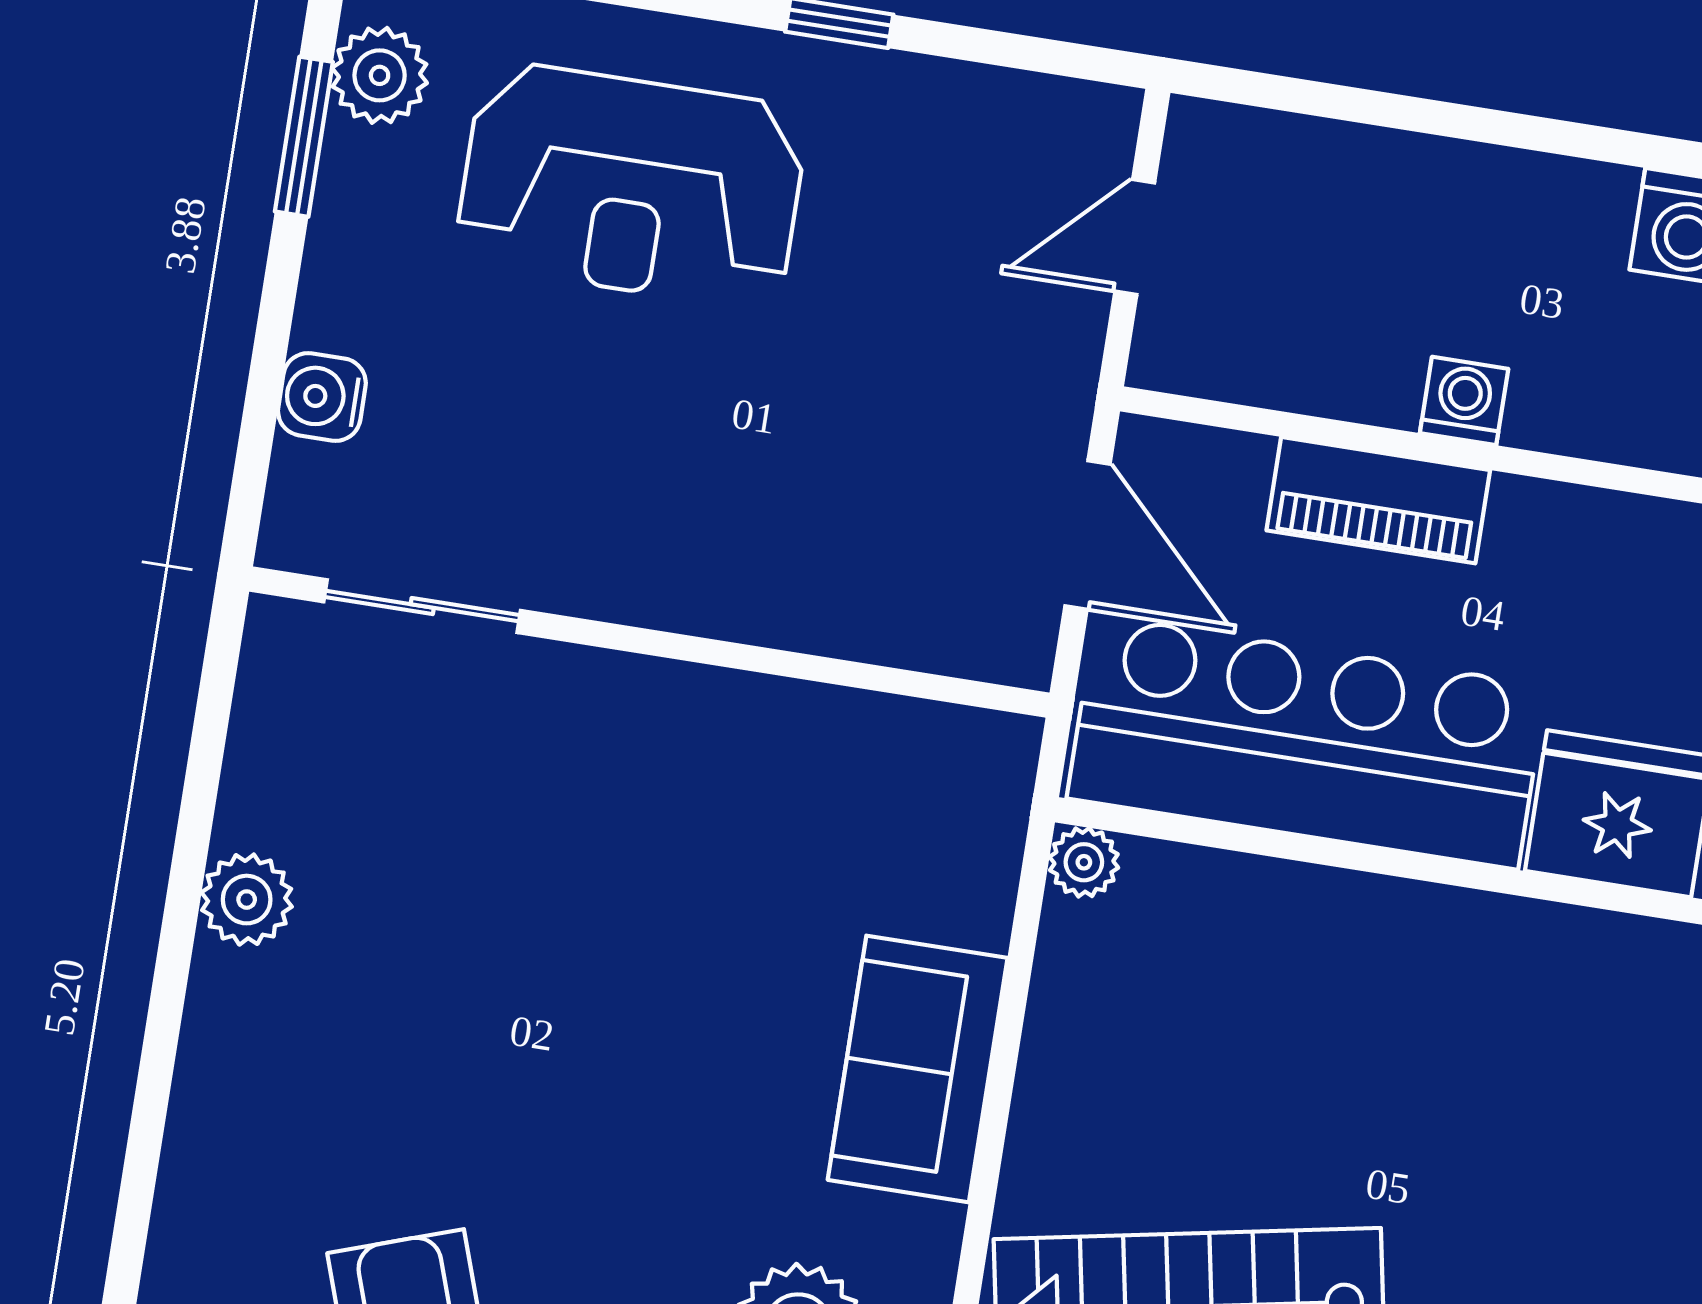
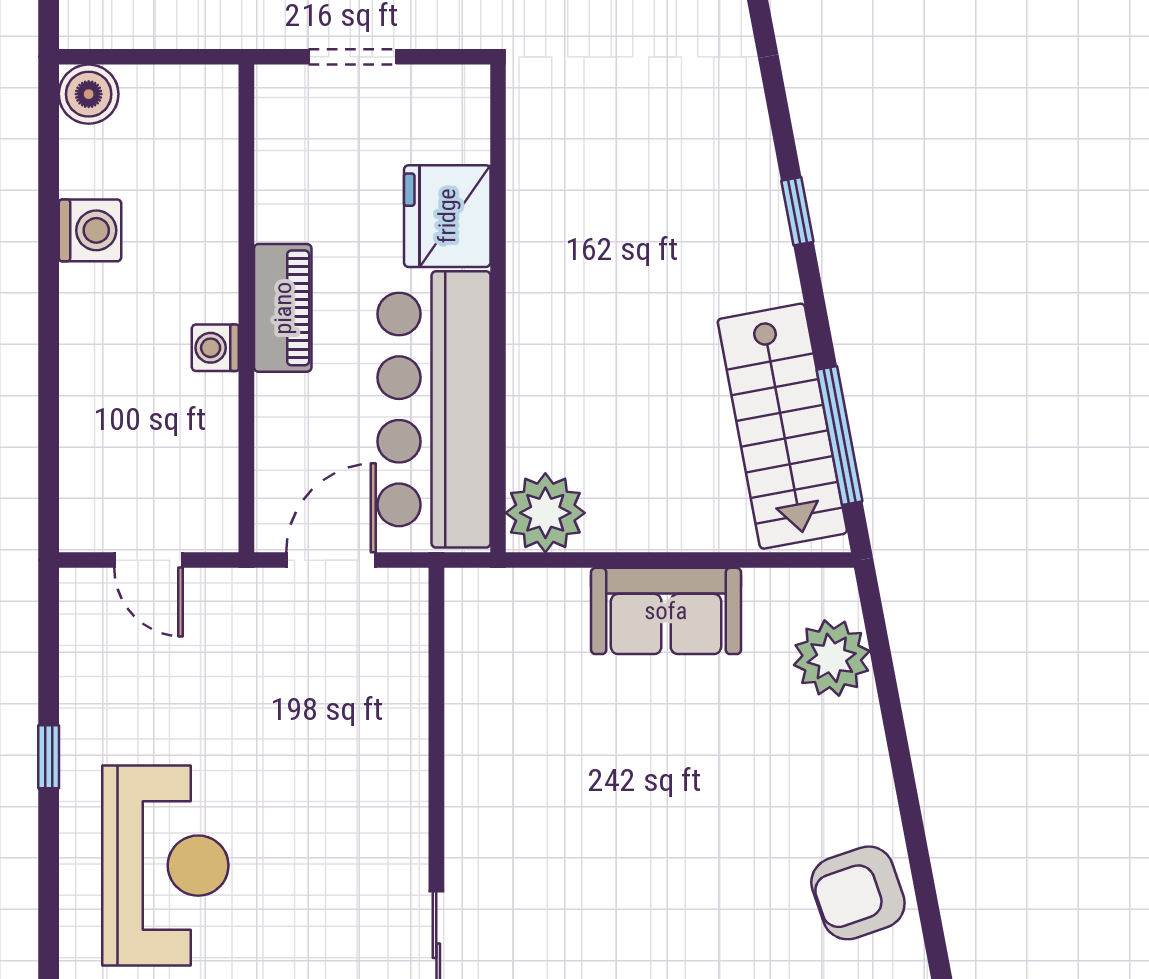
piano: (1378, 500) -> (283, 308), moved
plant: (1084, 862) -> (545, 513), width x1.88, depth x1.88

